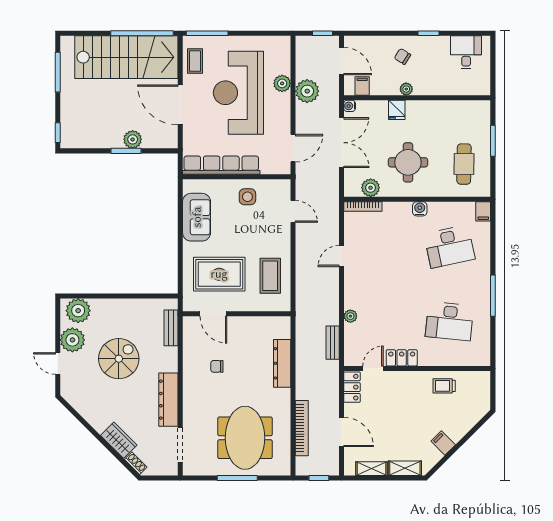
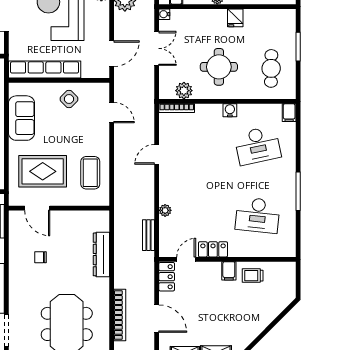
fridge: (397, 110) -> (235, 18), moved
double door: (341, 143) -> (157, 48), width x0.73
side table: (247, 197) -> (69, 99), turned 45
filing cabinet: (443, 443) -> (229, 271), moved, turned -135

